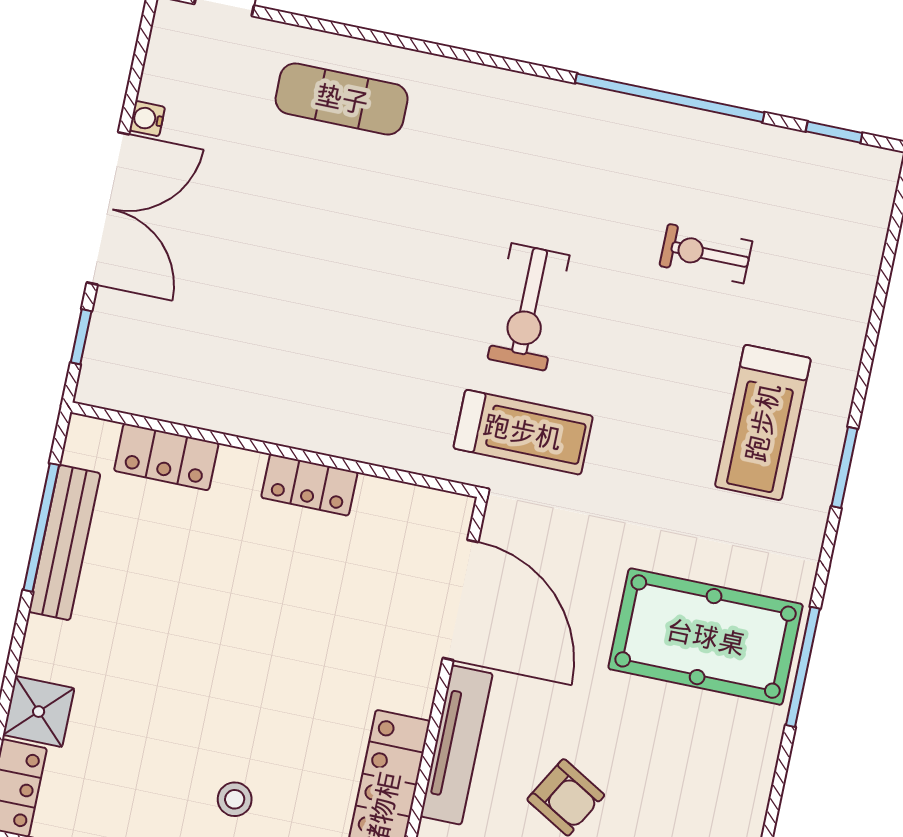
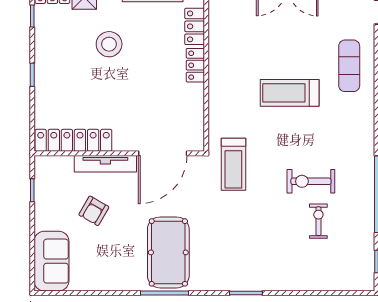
exercise bike: (528, 307) -> (311, 181), moved
treadmill: (763, 422) -> (290, 93), moved
locker: (309, 485) -> (195, 65), moved
stool: (235, 799) -> (109, 44), moved, width x1.89, depth x1.89

